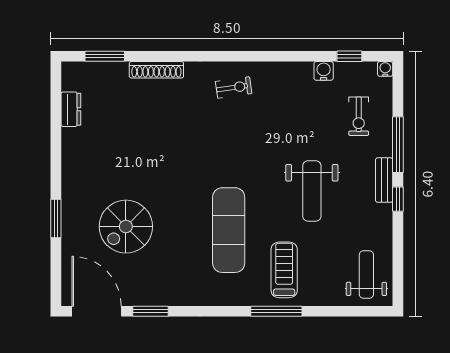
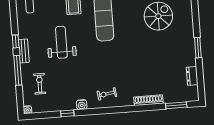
window: (349, 56) -> (67, 113), moved
water cooler: (324, 71) -> (82, 105), moved
window: (56, 218) -> (198, 48), moved

